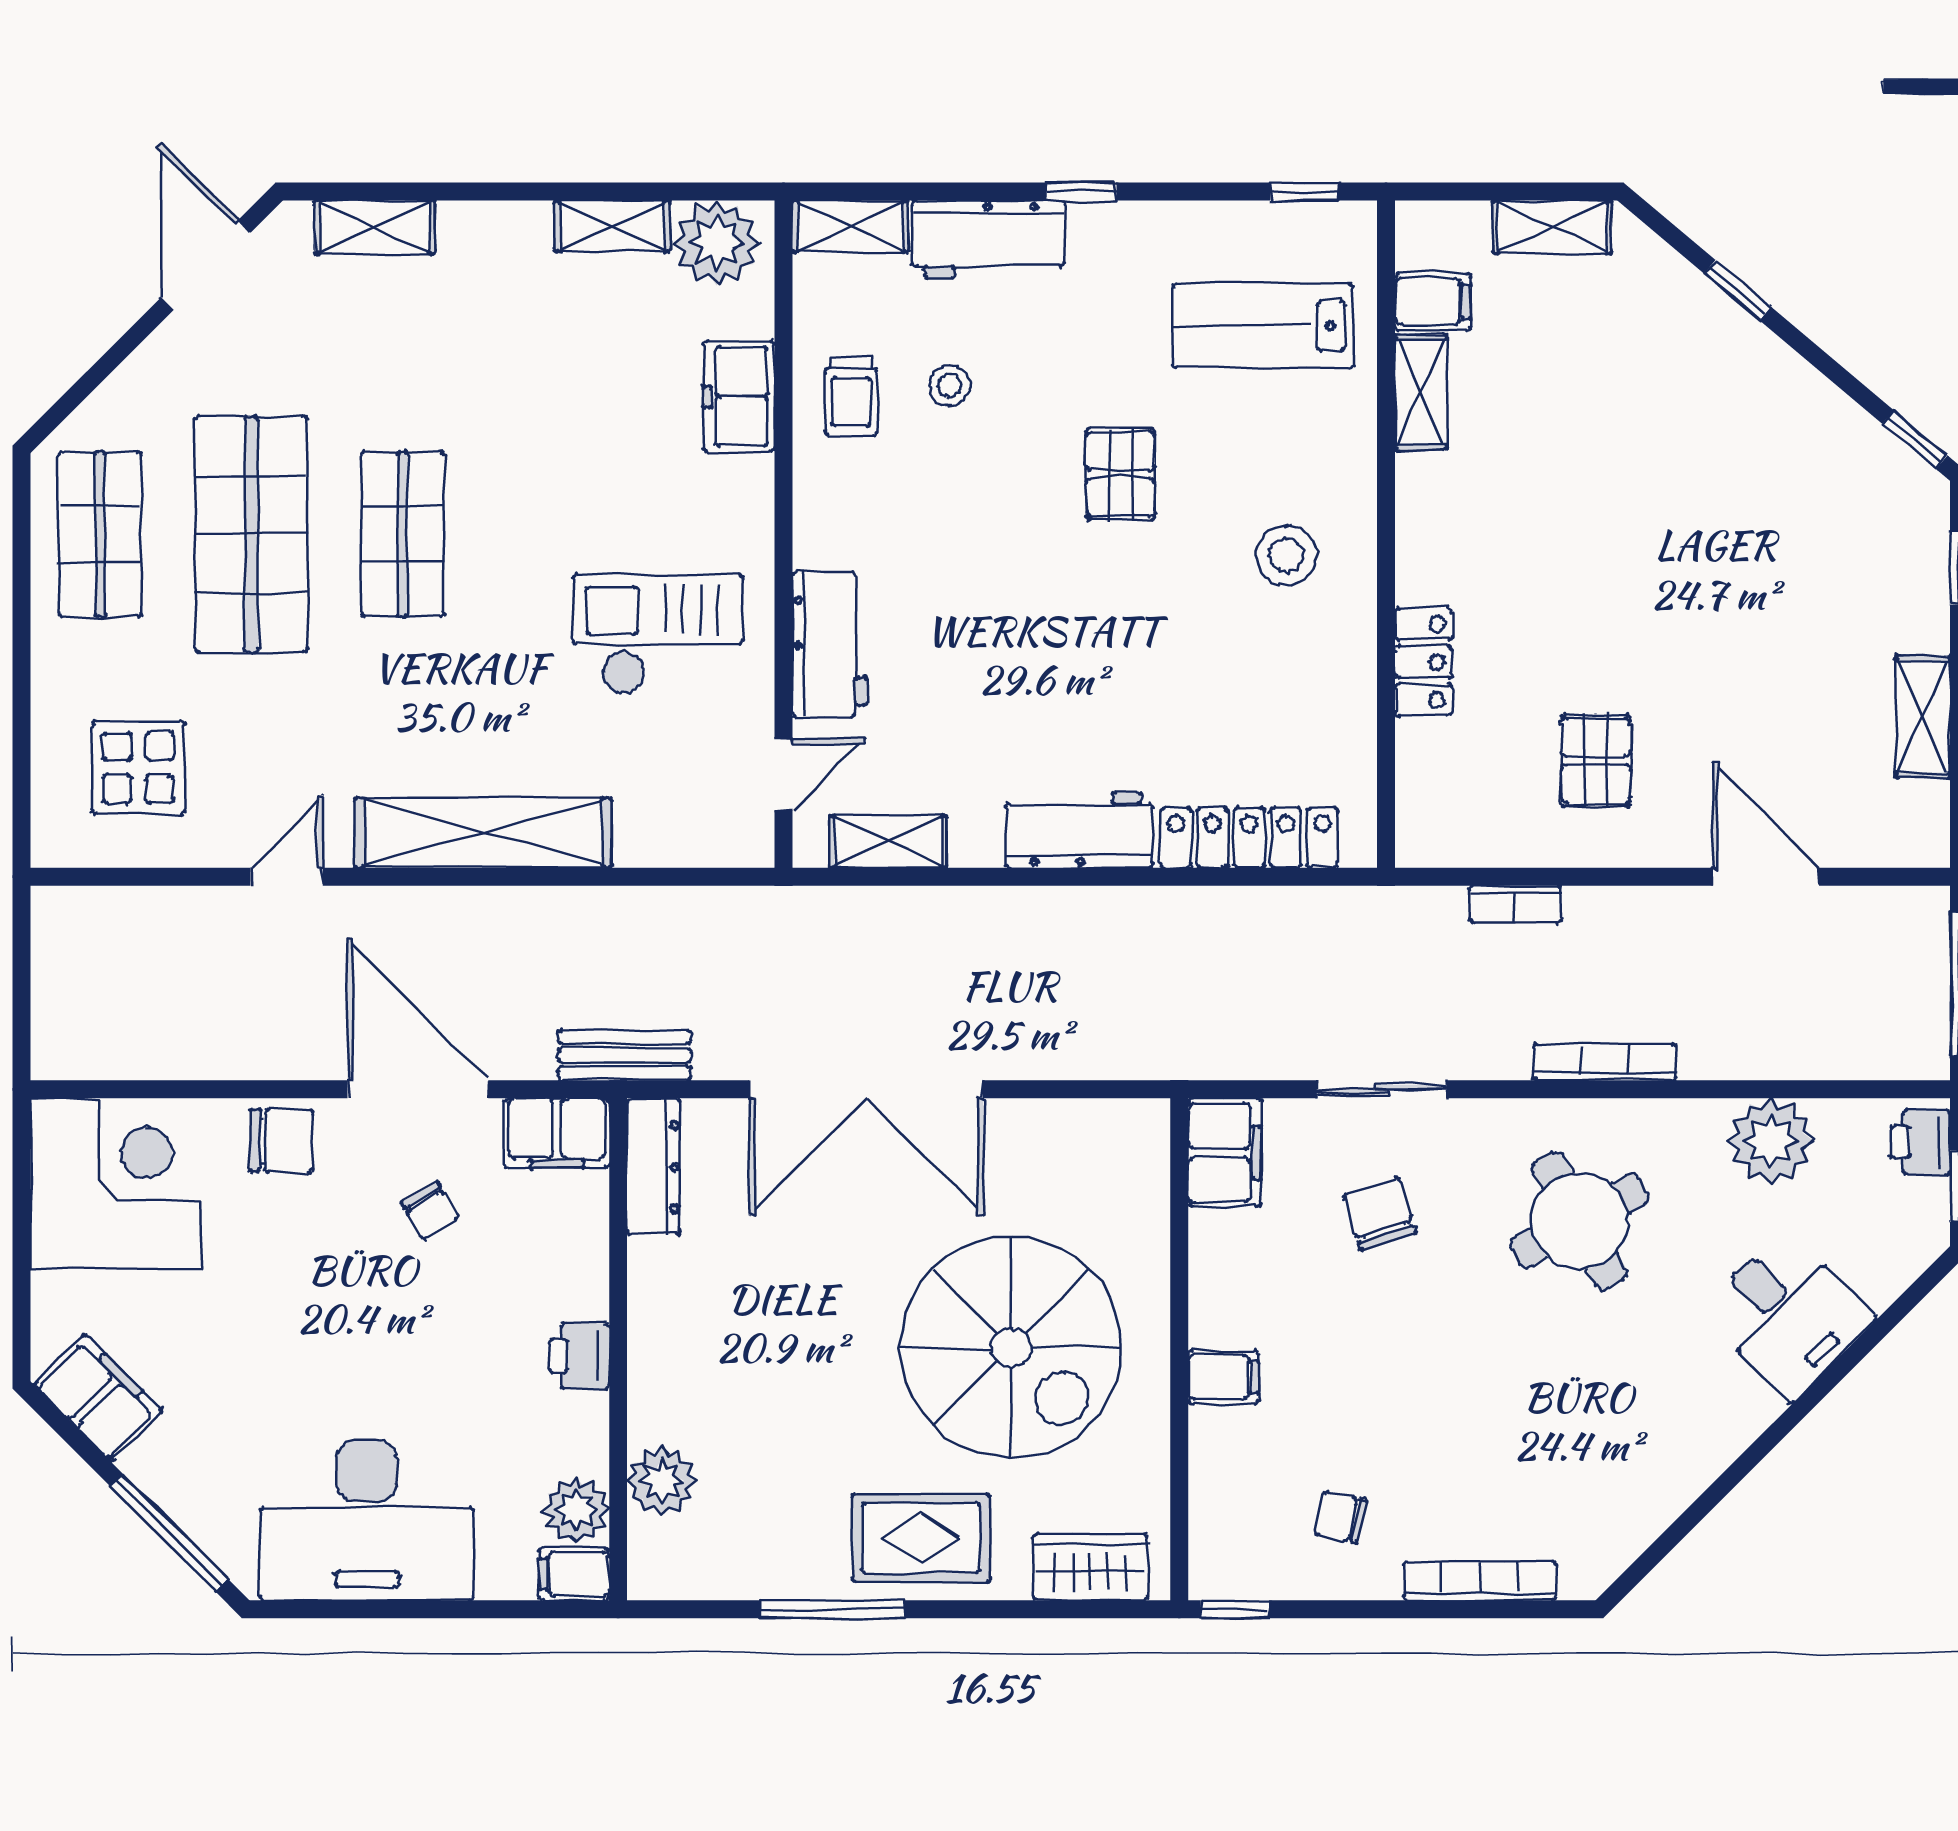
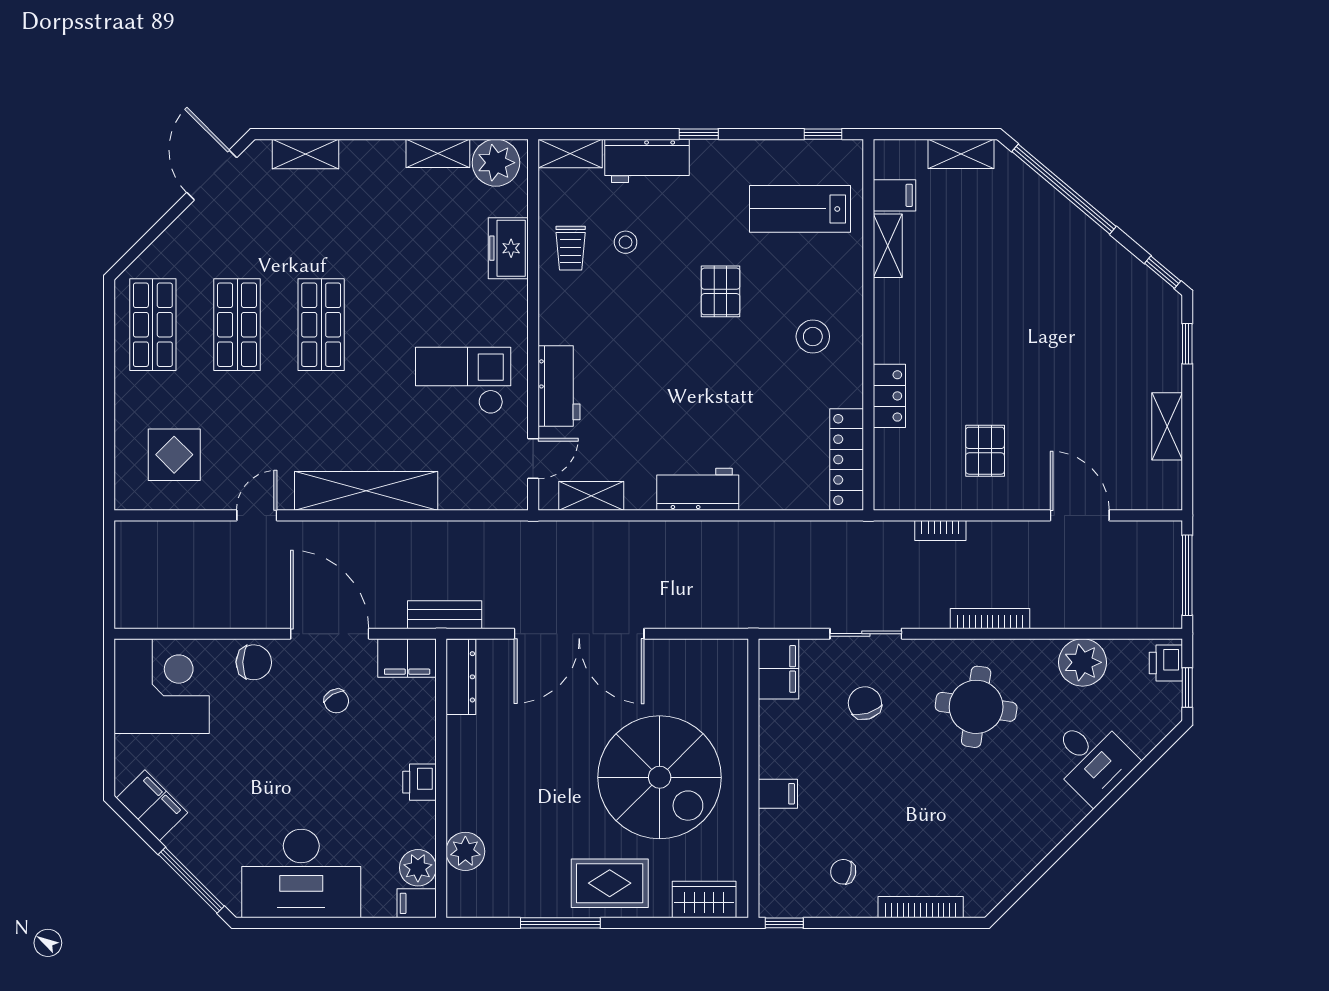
window: (1738, 290) -> (1064, 189), width x3.17
shop shelf: (251, 534) -> (237, 325), width x0.70, depth x0.74
locker: (1249, 838) -> (847, 460), moved, turned -90
round table: (1580, 1221) -> (976, 707), turned 37

